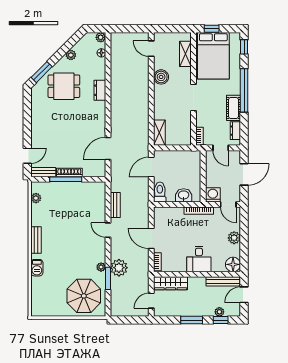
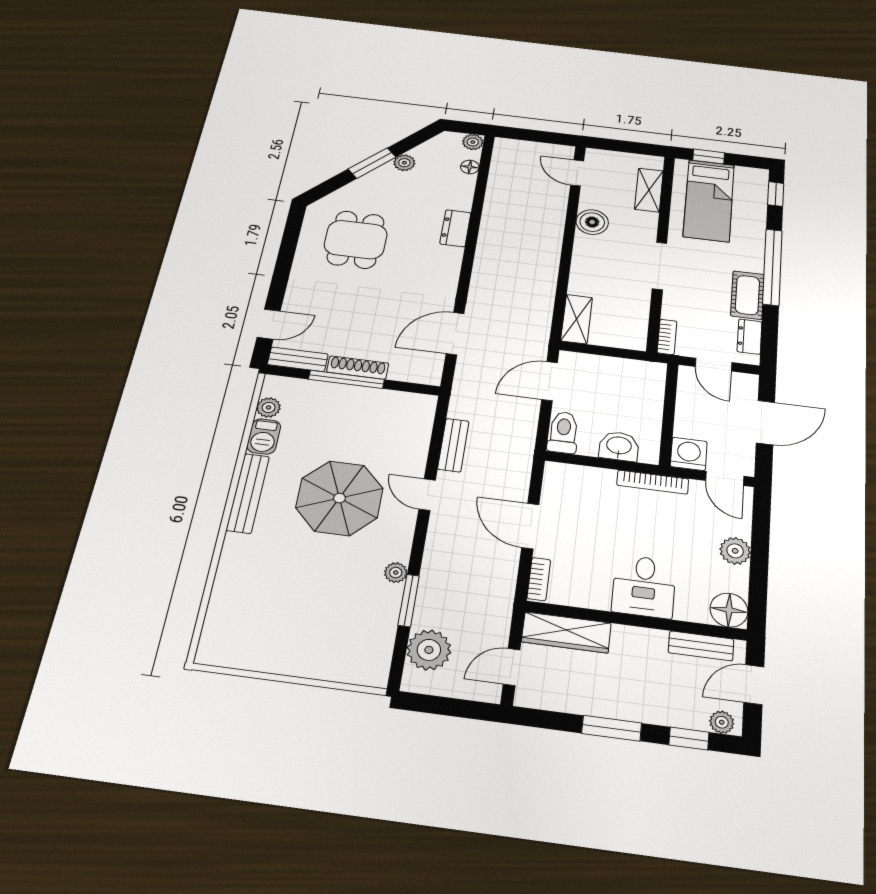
bed: (213, 56) -> (709, 201), width x0.67
window: (42, 72) -> (372, 163), moved
dining table: (64, 86) -> (356, 240), moved, turned 90
bench: (36, 240) -> (248, 493), width x1.36
barbecue: (37, 268) -> (264, 436), moved
plant: (119, 268) -> (429, 650), moved
bench: (223, 281) -> (701, 646), width x0.73
parasol: (84, 296) -> (339, 498), moved
plant: (219, 312) -> (722, 722), moved

